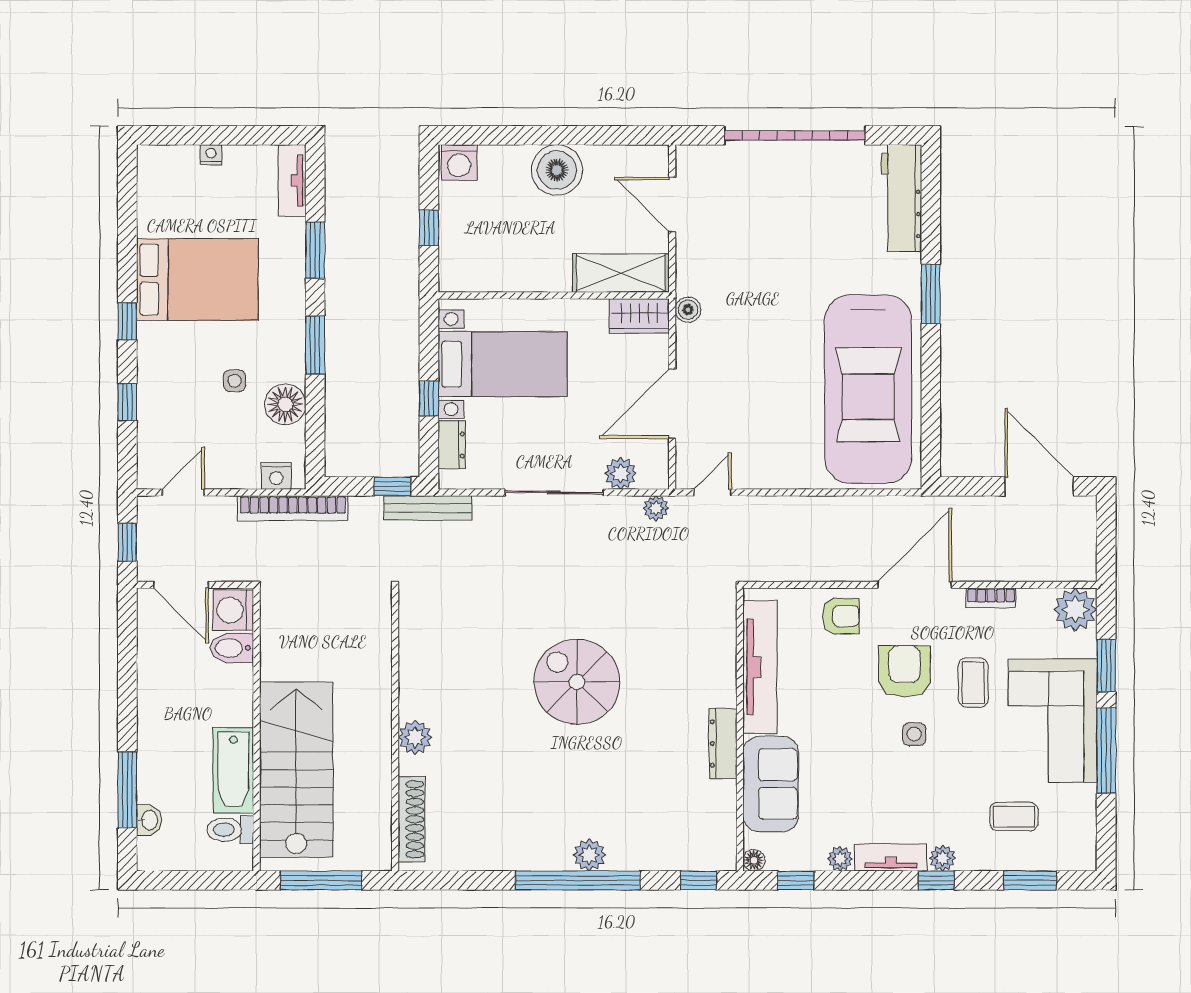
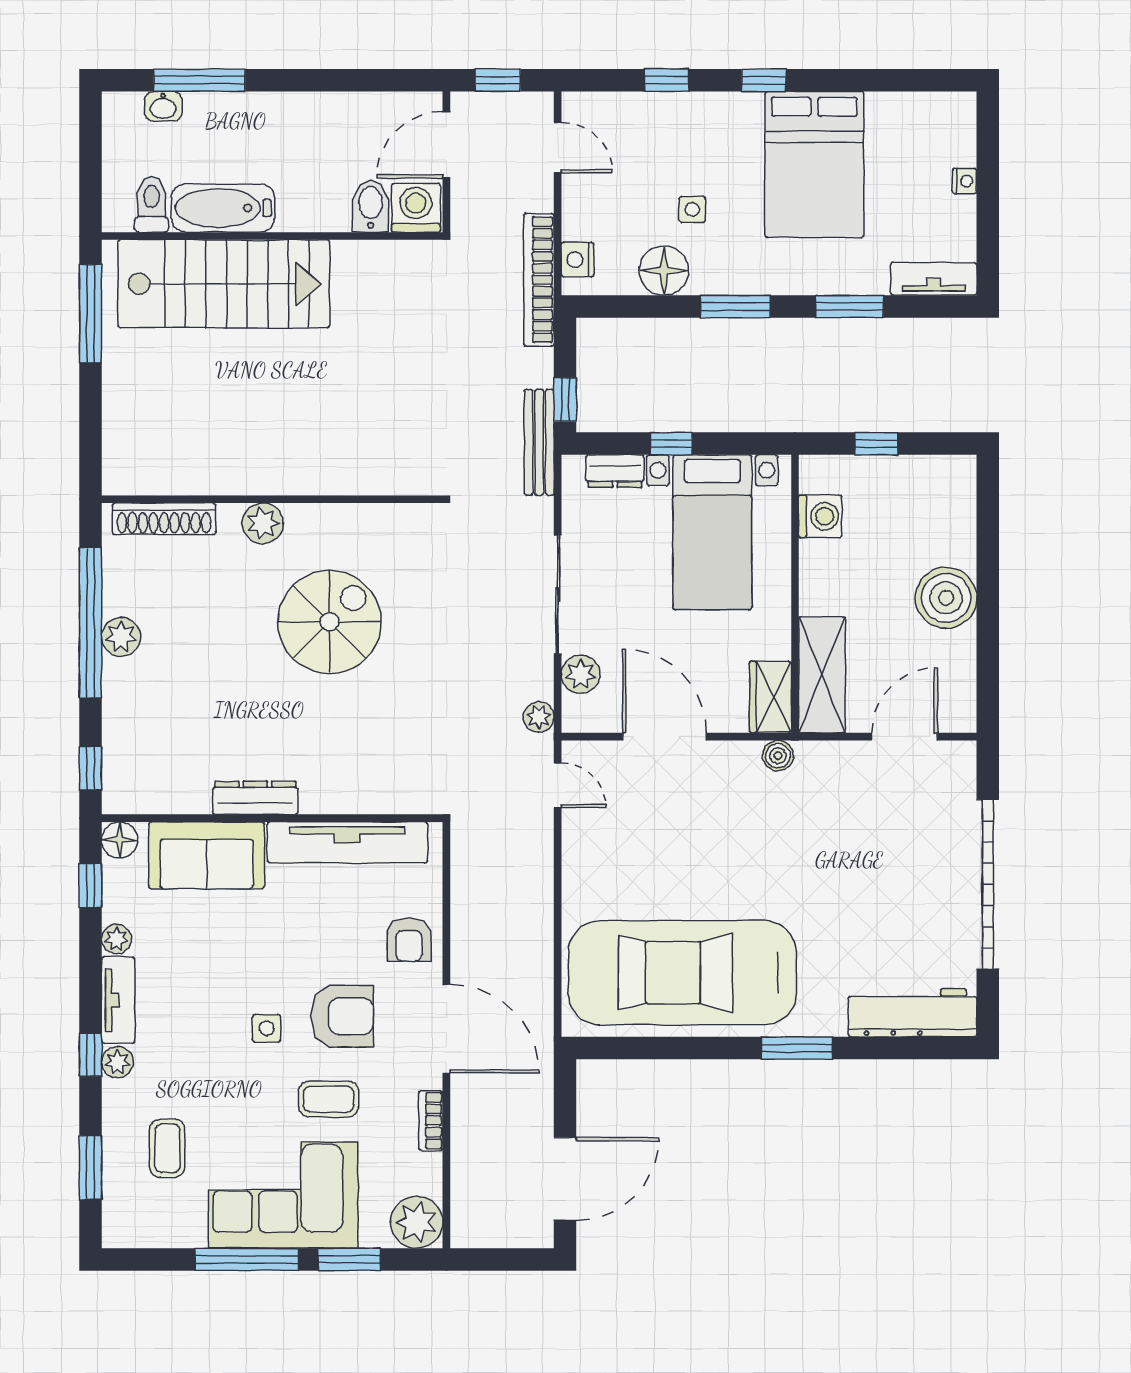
washing machine: (459, 162) -> (820, 516), moved, turned 180
wall: (395, 730) -> (272, 499), moved
plant: (415, 737) -> (263, 523), moved
shoe rack: (411, 819) -> (164, 519), moved
floor lamp: (754, 860) -> (120, 840), width x1.37, depth x1.37

